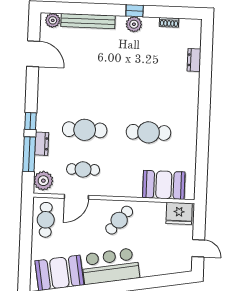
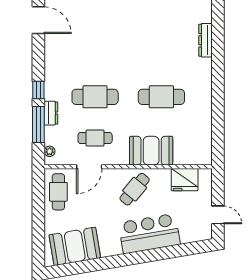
dresser: (194, 60) -> (206, 40), moved, width x1.44
plant: (43, 181) -> (50, 151), width x0.53, depth x0.53
booth: (164, 185) -> (151, 151), moved
fridge: (179, 213) -> (185, 180), moved
bar counter: (110, 266) -> (149, 234), moved

